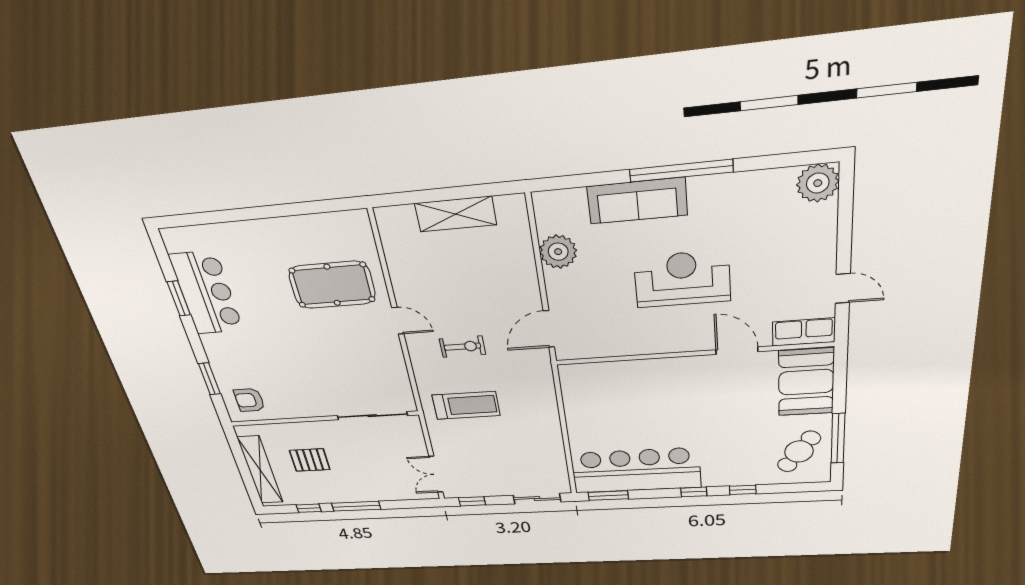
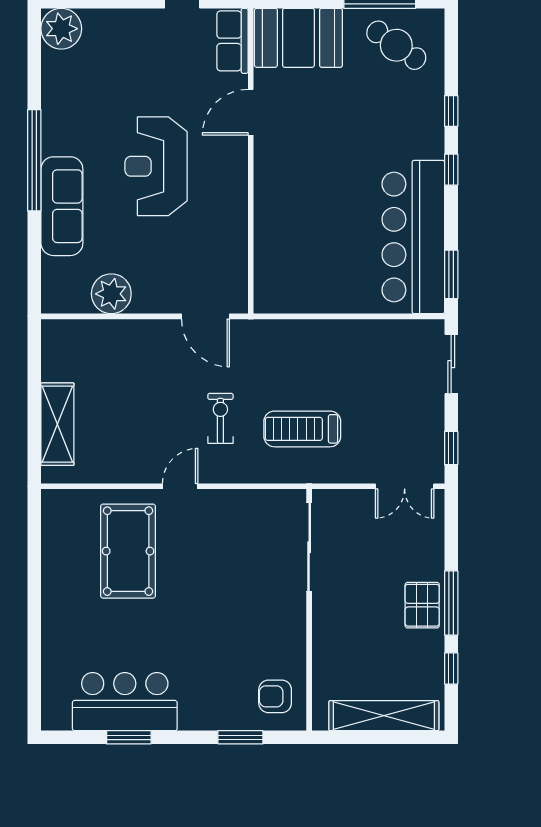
shelving: (456, 214) -> (57, 424), moved
armchair: (249, 400) -> (275, 696), turned 90
treadmill: (466, 405) -> (302, 429), turned -90
pallet: (310, 460) -> (422, 605), moved

